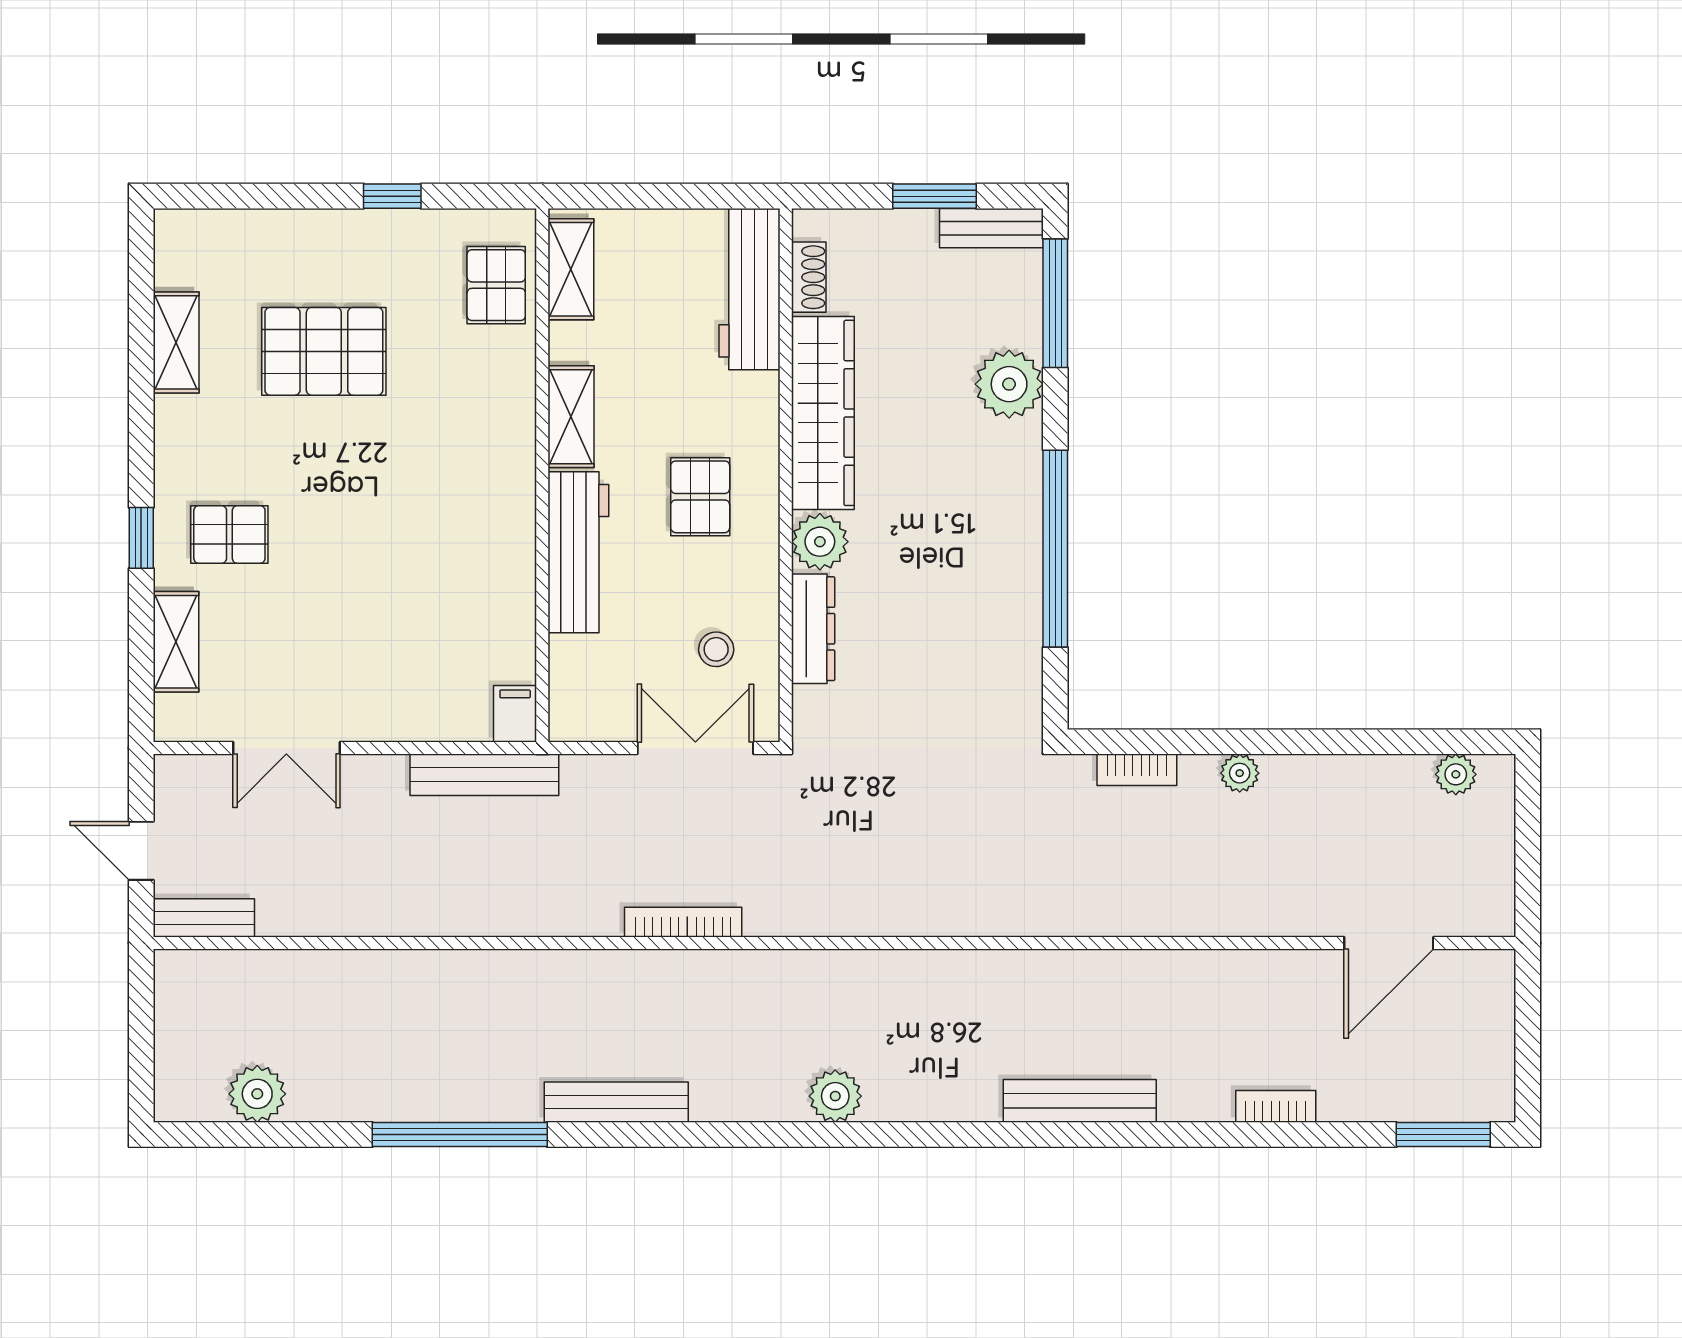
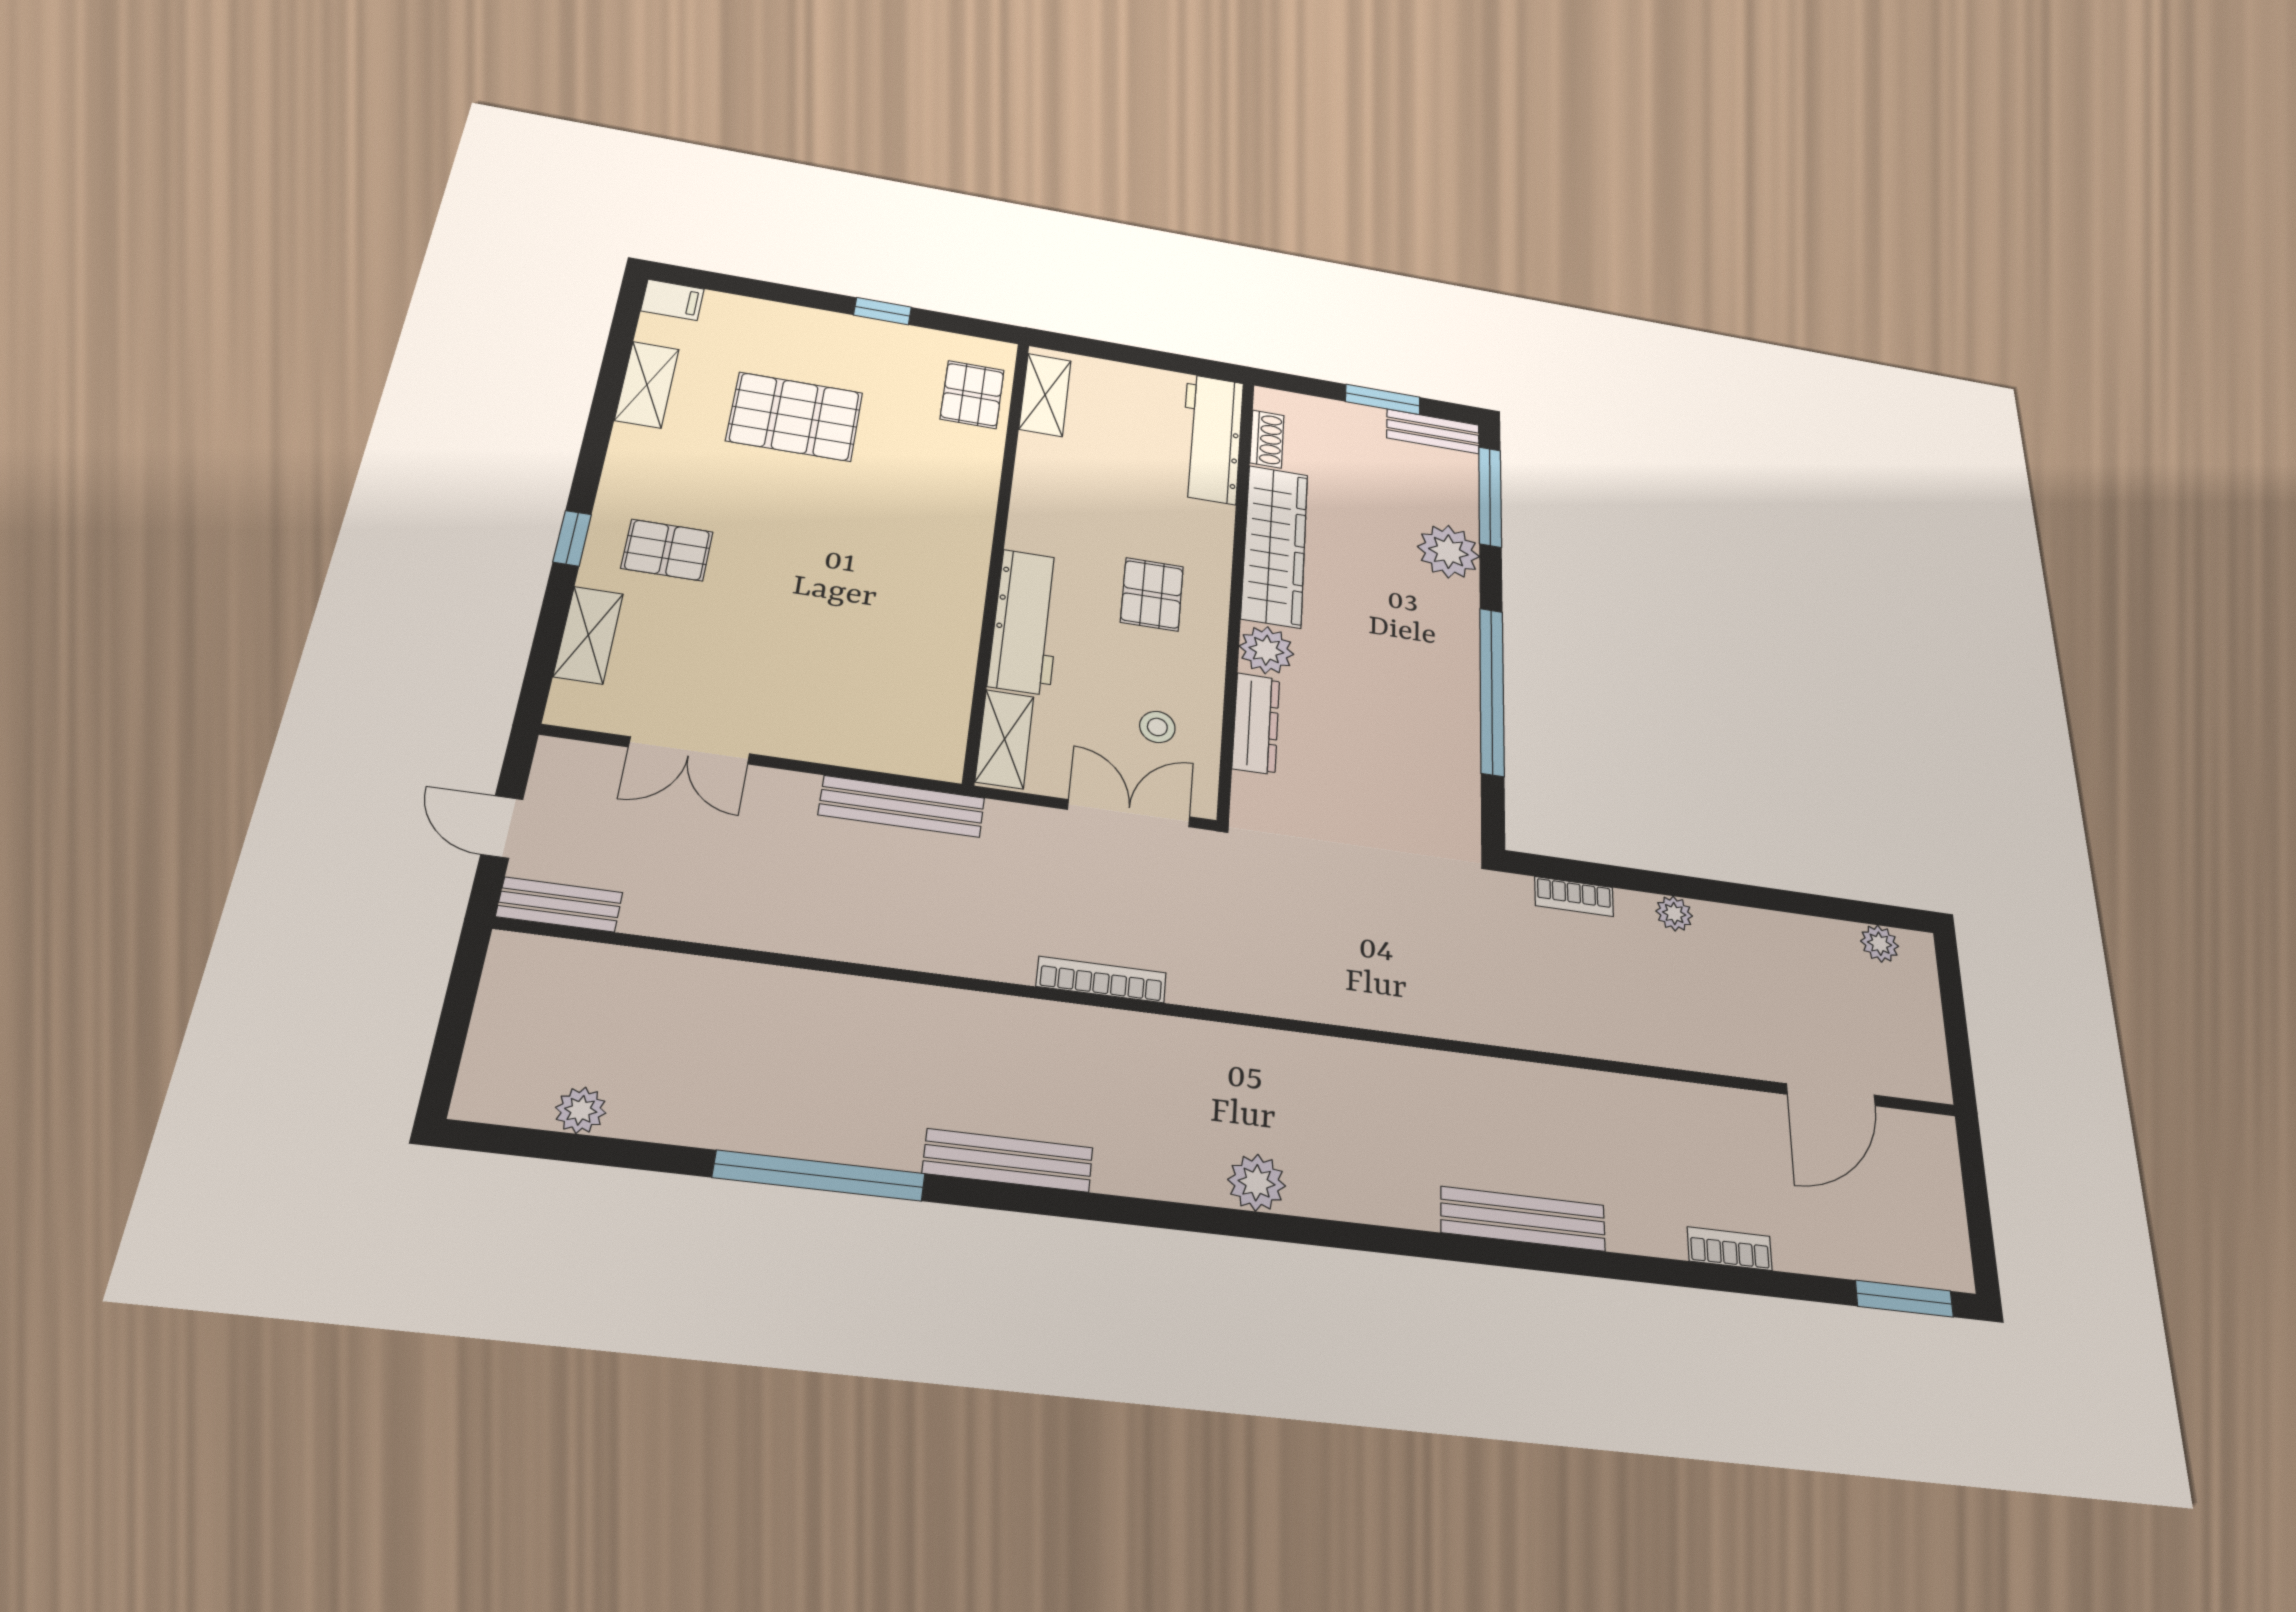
shelving: (571, 417) -> (1005, 739), moved
filing cabinet: (515, 714) -> (672, 300), moved, turned 90
plant: (257, 1094) -> (581, 1110), width x0.73, depth x0.73

